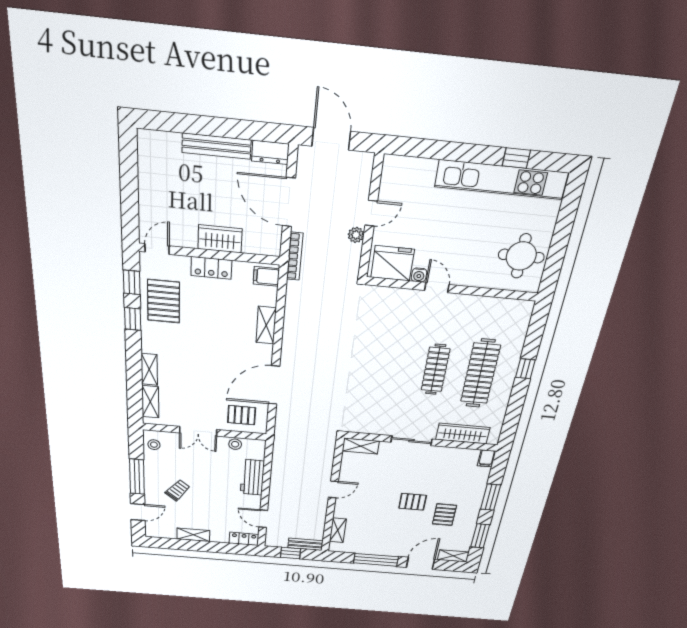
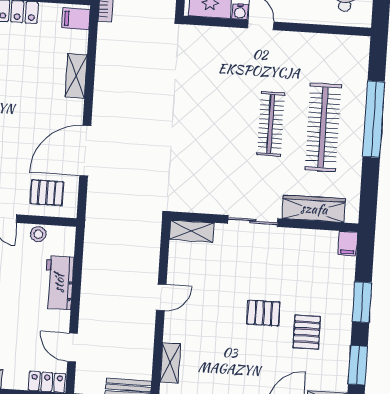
window: (525, 369) -> (374, 119), width x3.17

